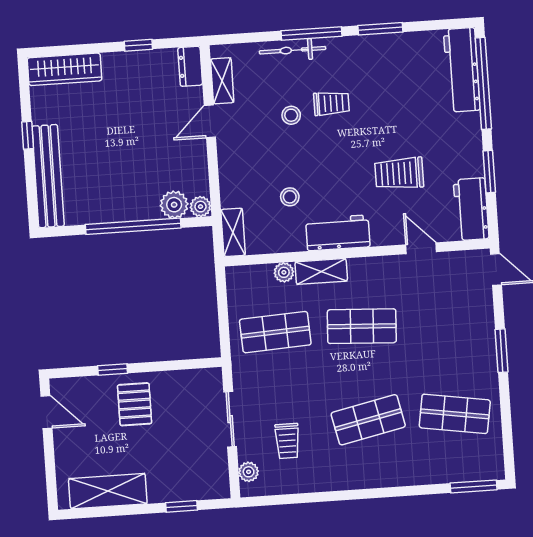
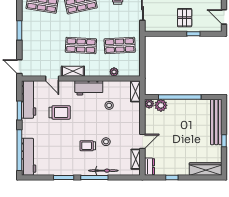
workbench: (471, 209) -> (29, 99), width x1.38
shelving: (321, 271) -> (73, 71), moved

